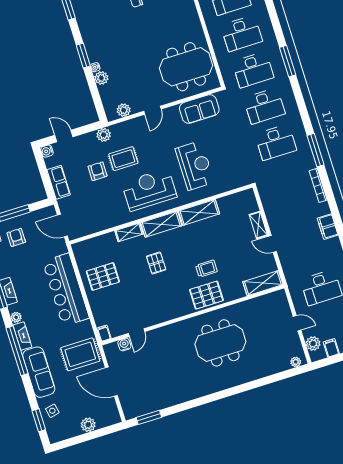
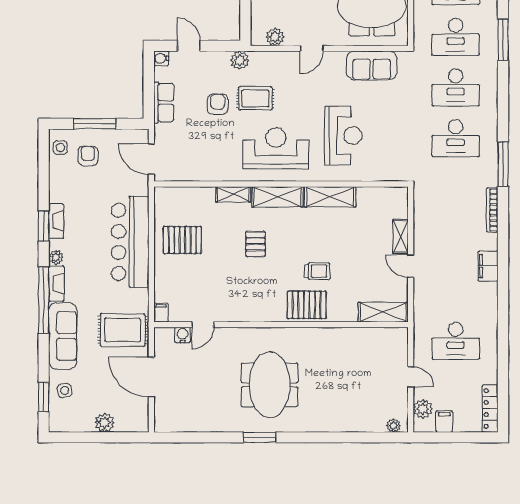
meeting table: (220, 343) -> (270, 385), moved, turned 90
window: (149, 417) -> (260, 437), moved

